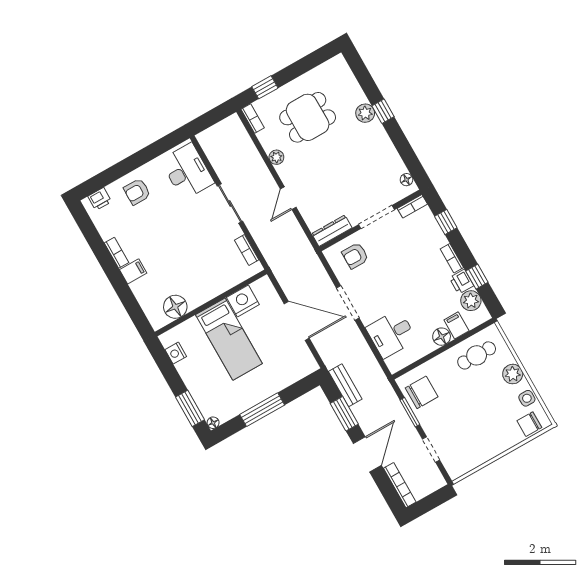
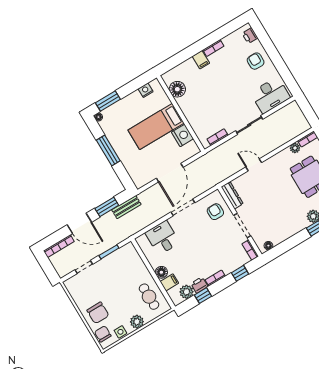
plant: (276, 157) -> (295, 148), moved
chair: (422, 392) -> (98, 313), moved

